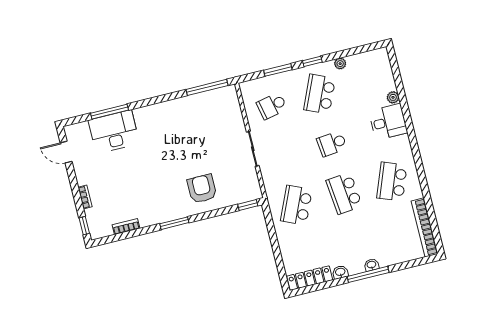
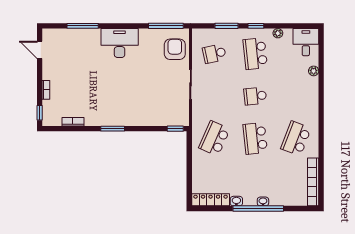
school desk: (320, 94) -> (255, 54), turned -30
desk: (388, 122) -> (306, 42), moved, turned -90
desk: (114, 132) -> (120, 43), moved
armchair: (202, 189) -> (175, 49), moved
window: (368, 274) -> (258, 209), width x1.46

